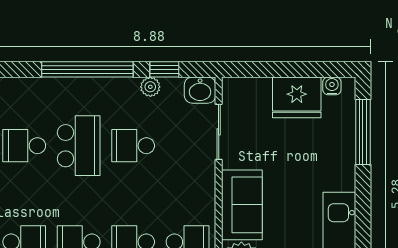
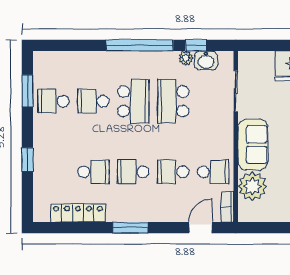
washbasin: (200, 90) -> (206, 60), moved
school desk: (133, 146) -> (173, 101), width x1.85

